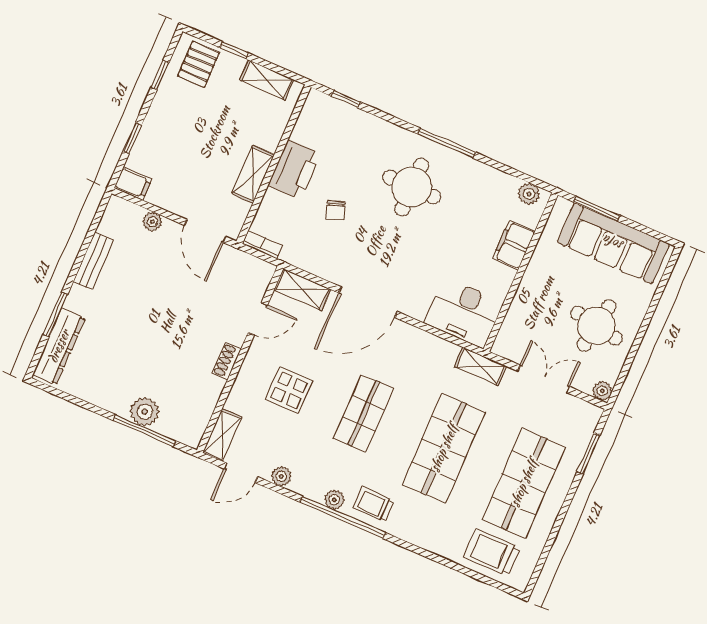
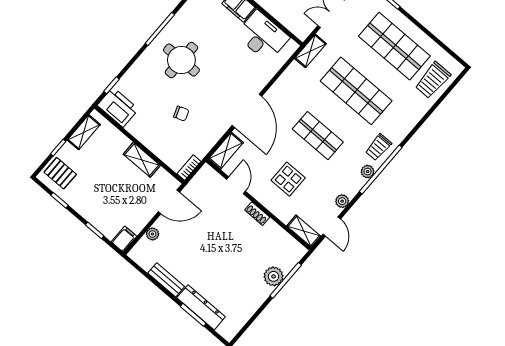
printer: (294, 170) -> (118, 107), moved
desk: (464, 313) -> (262, 36), moved, turned -90
dresser: (59, 346) -> (201, 307), moved

